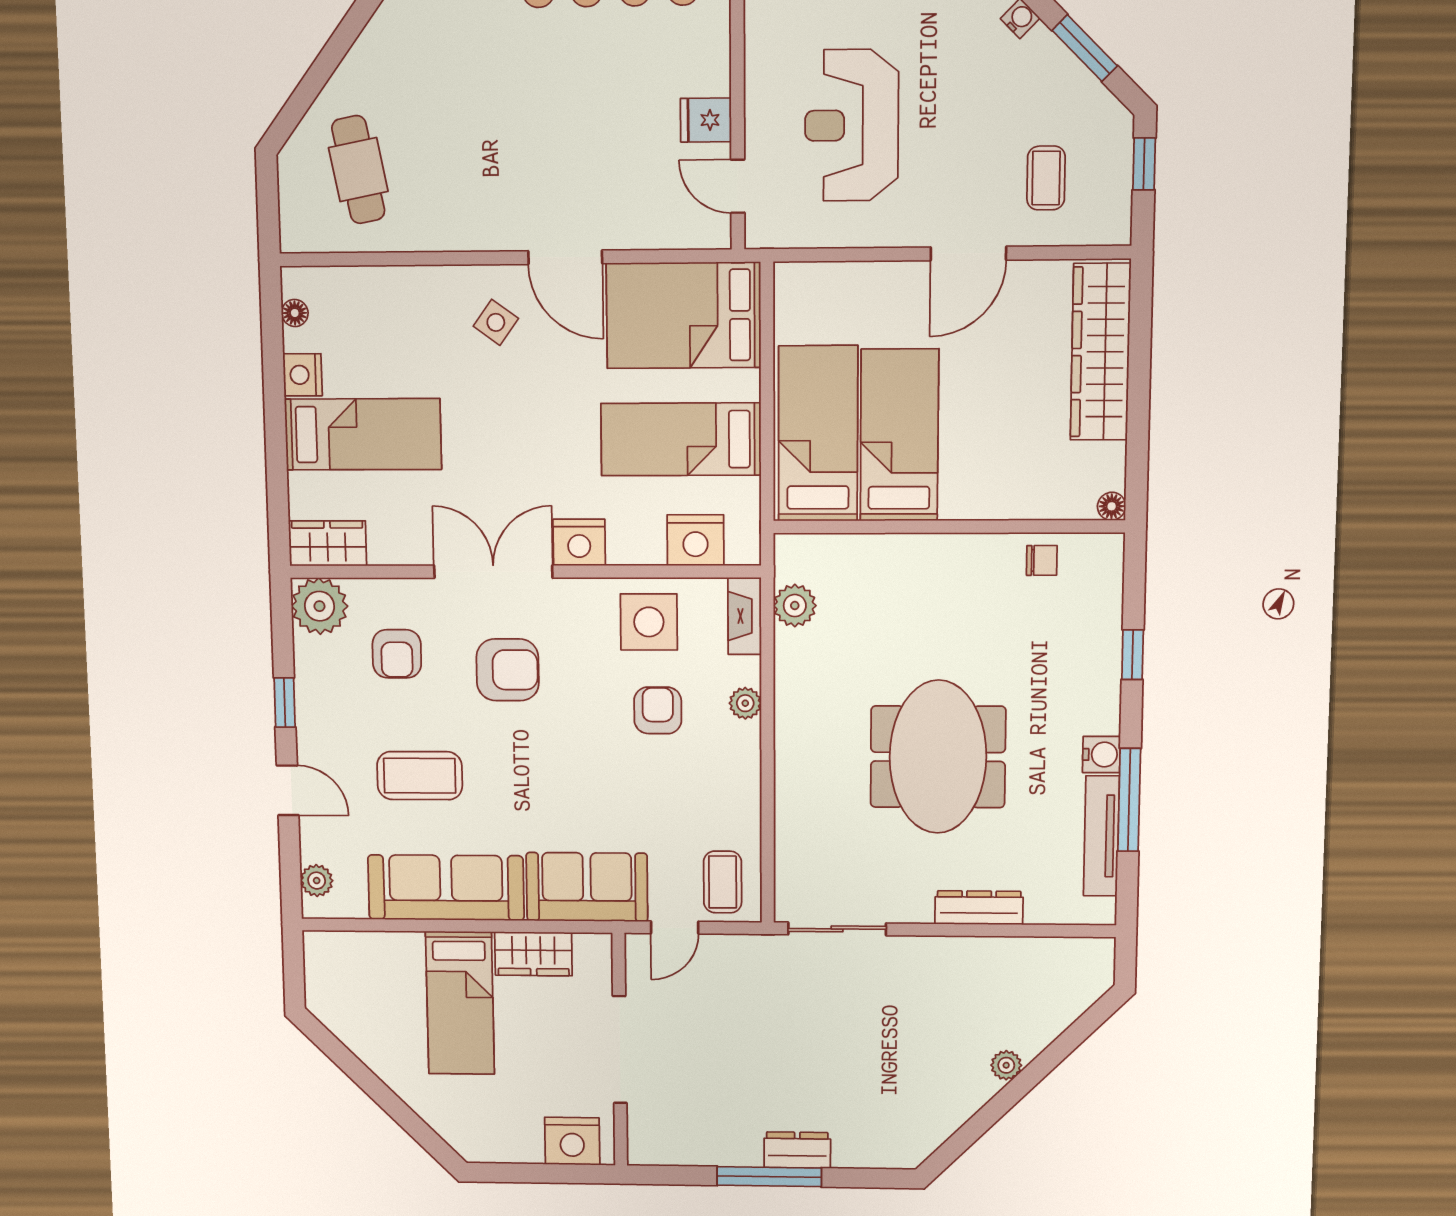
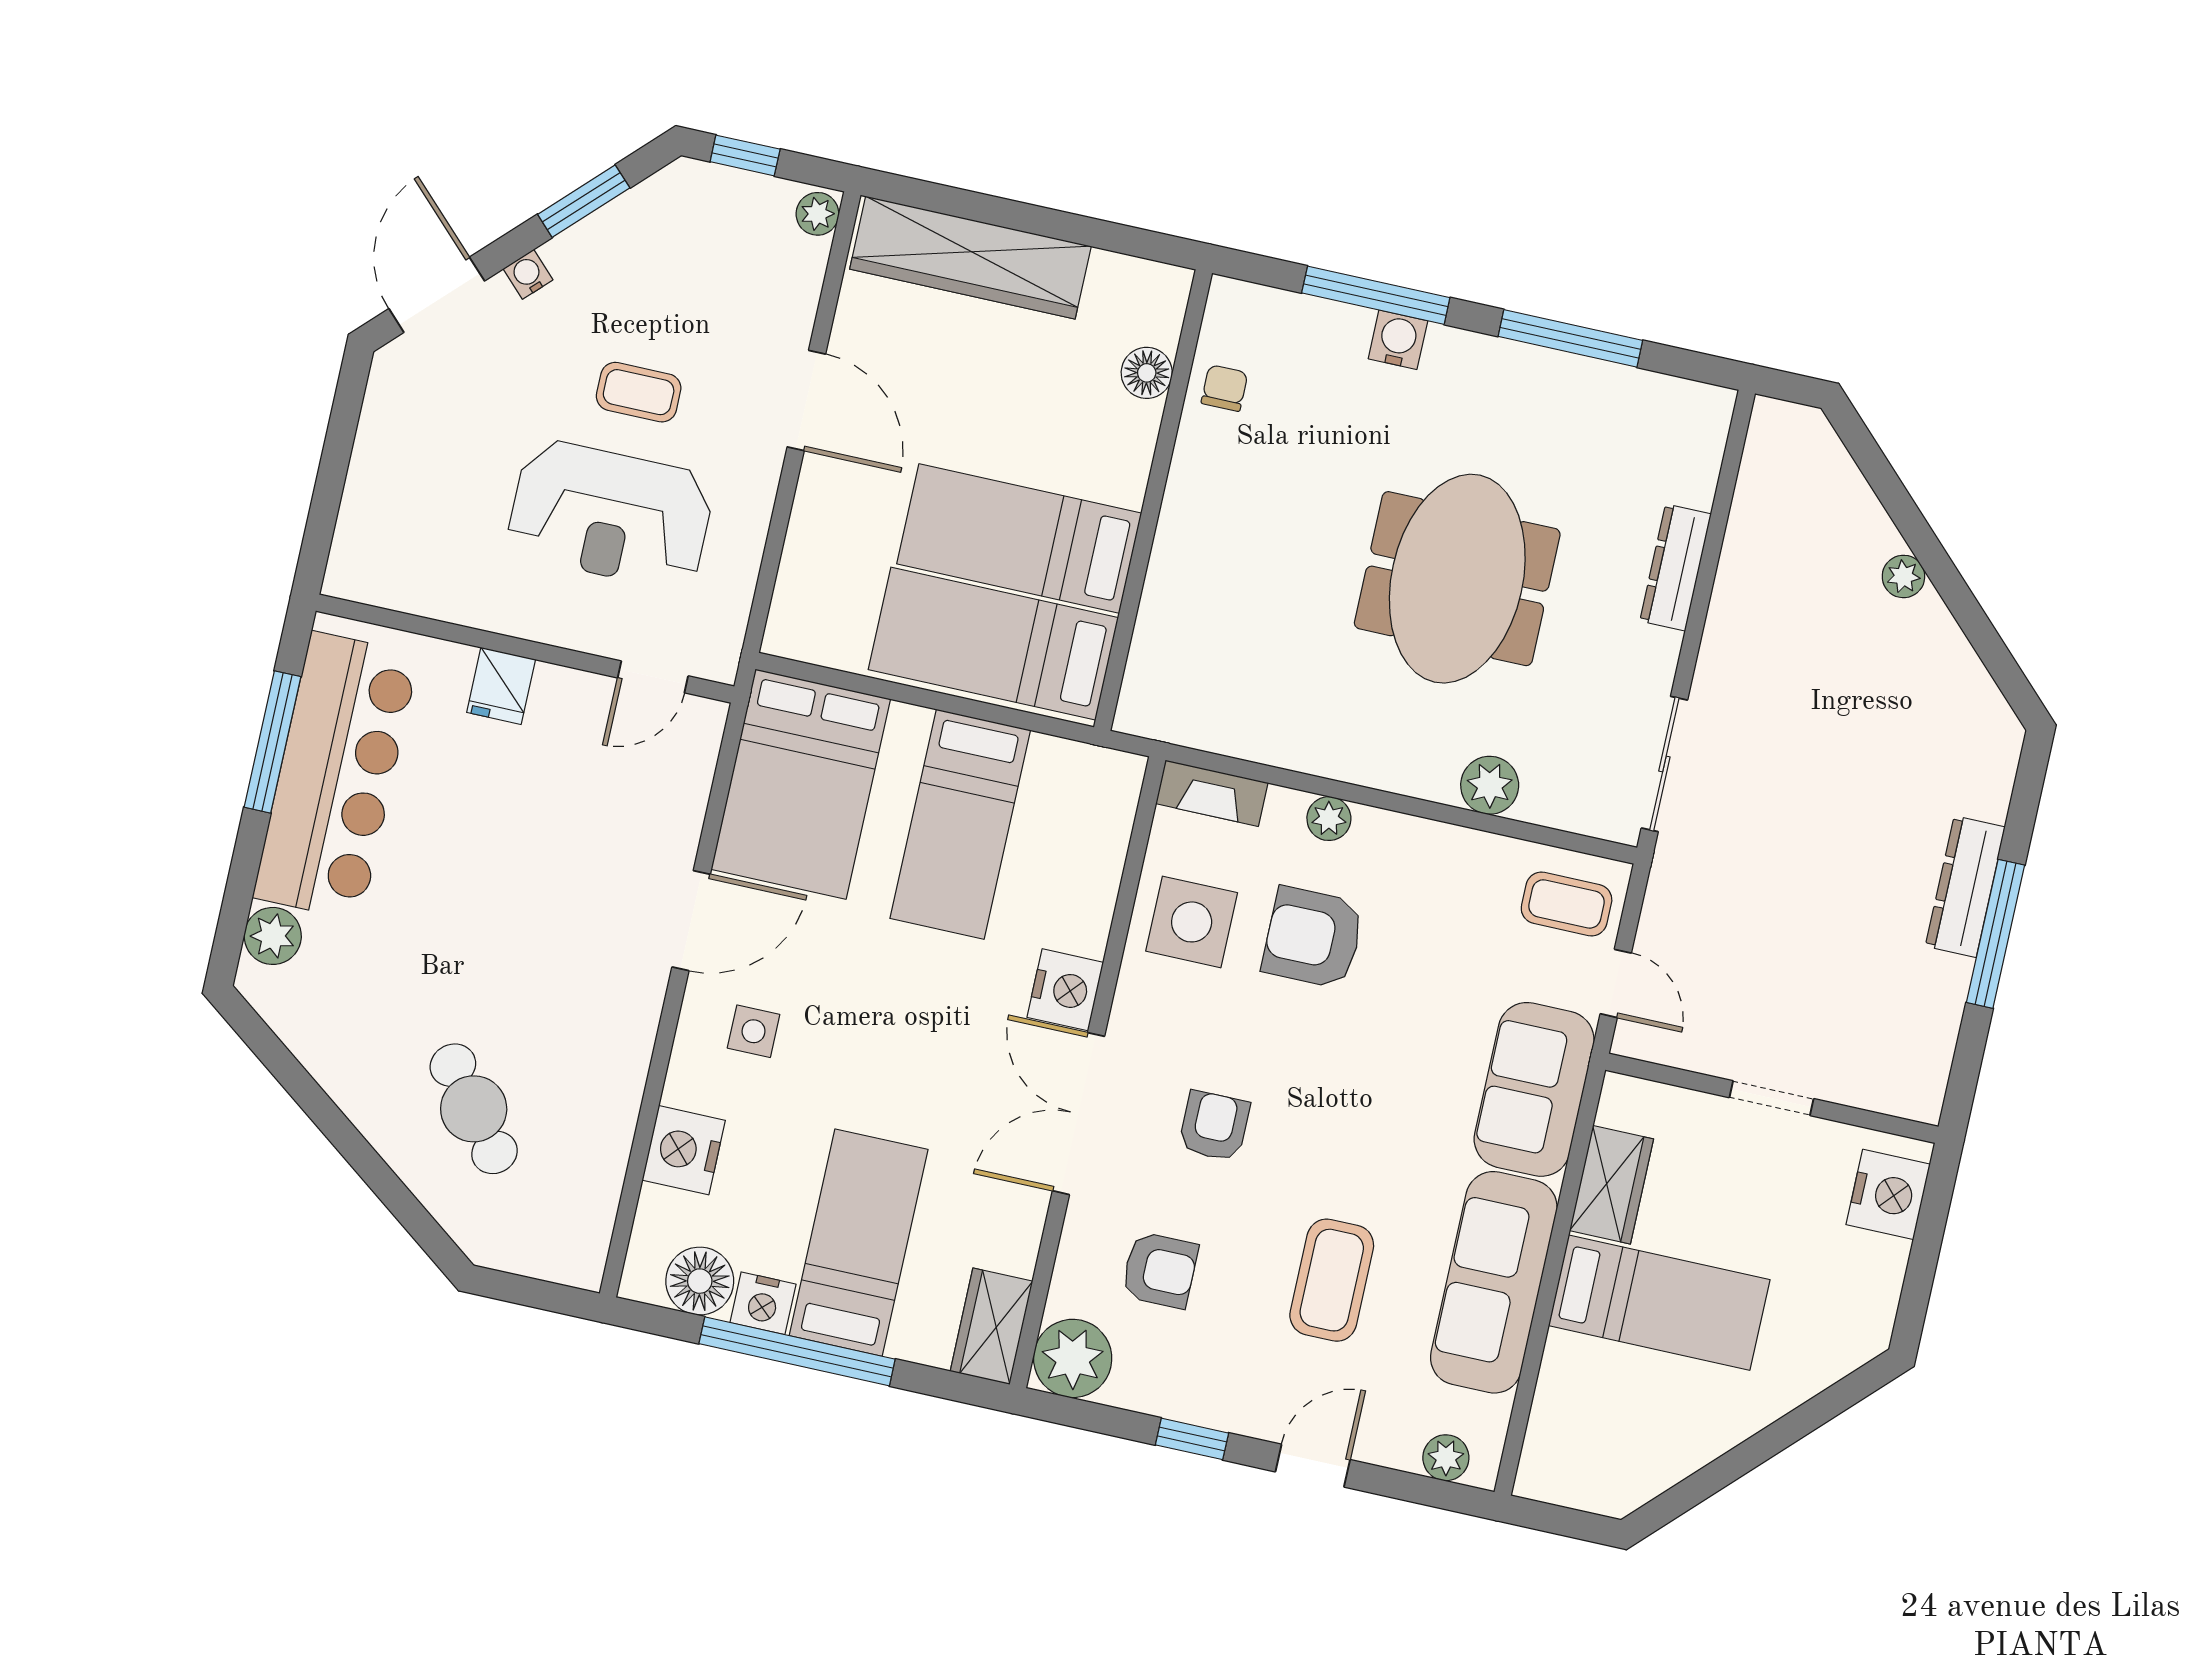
fridge: (706, 120) -> (501, 686), moved
cafe table: (358, 170) -> (474, 1109), moved, turned 63
coffee table: (1046, 178) -> (639, 392), moved
plant: (1111, 229) -> (817, 214), added
floor lamp: (295, 313) -> (700, 1281), width x1.89, depth x1.89
side table: (496, 322) -> (754, 1031), turned -36
window: (275, 408) -> (797, 1351), added
floor lamp: (1112, 506) -> (1147, 373), moved, width x1.37, depth x1.37
nightstand: (695, 540) -> (684, 1150), moved, turned 180
plant: (795, 606) -> (1490, 785), moved
window: (1133, 655) -> (1376, 295), width x2.17
armchair: (508, 670) -> (1214, 1126), width x0.72, depth x0.72
armchair: (658, 710) -> (1313, 938), width x1.38, depth x1.38
water cooler: (1101, 754) -> (1398, 340), moved
meeting table: (938, 757) -> (1457, 579), turned 90
tv unit: (1101, 836) -> (1612, 385), removed
doorway: (620, 1050) -> (1771, 1098), width x0.53
dresser: (797, 1150) -> (1965, 887), width x1.44

